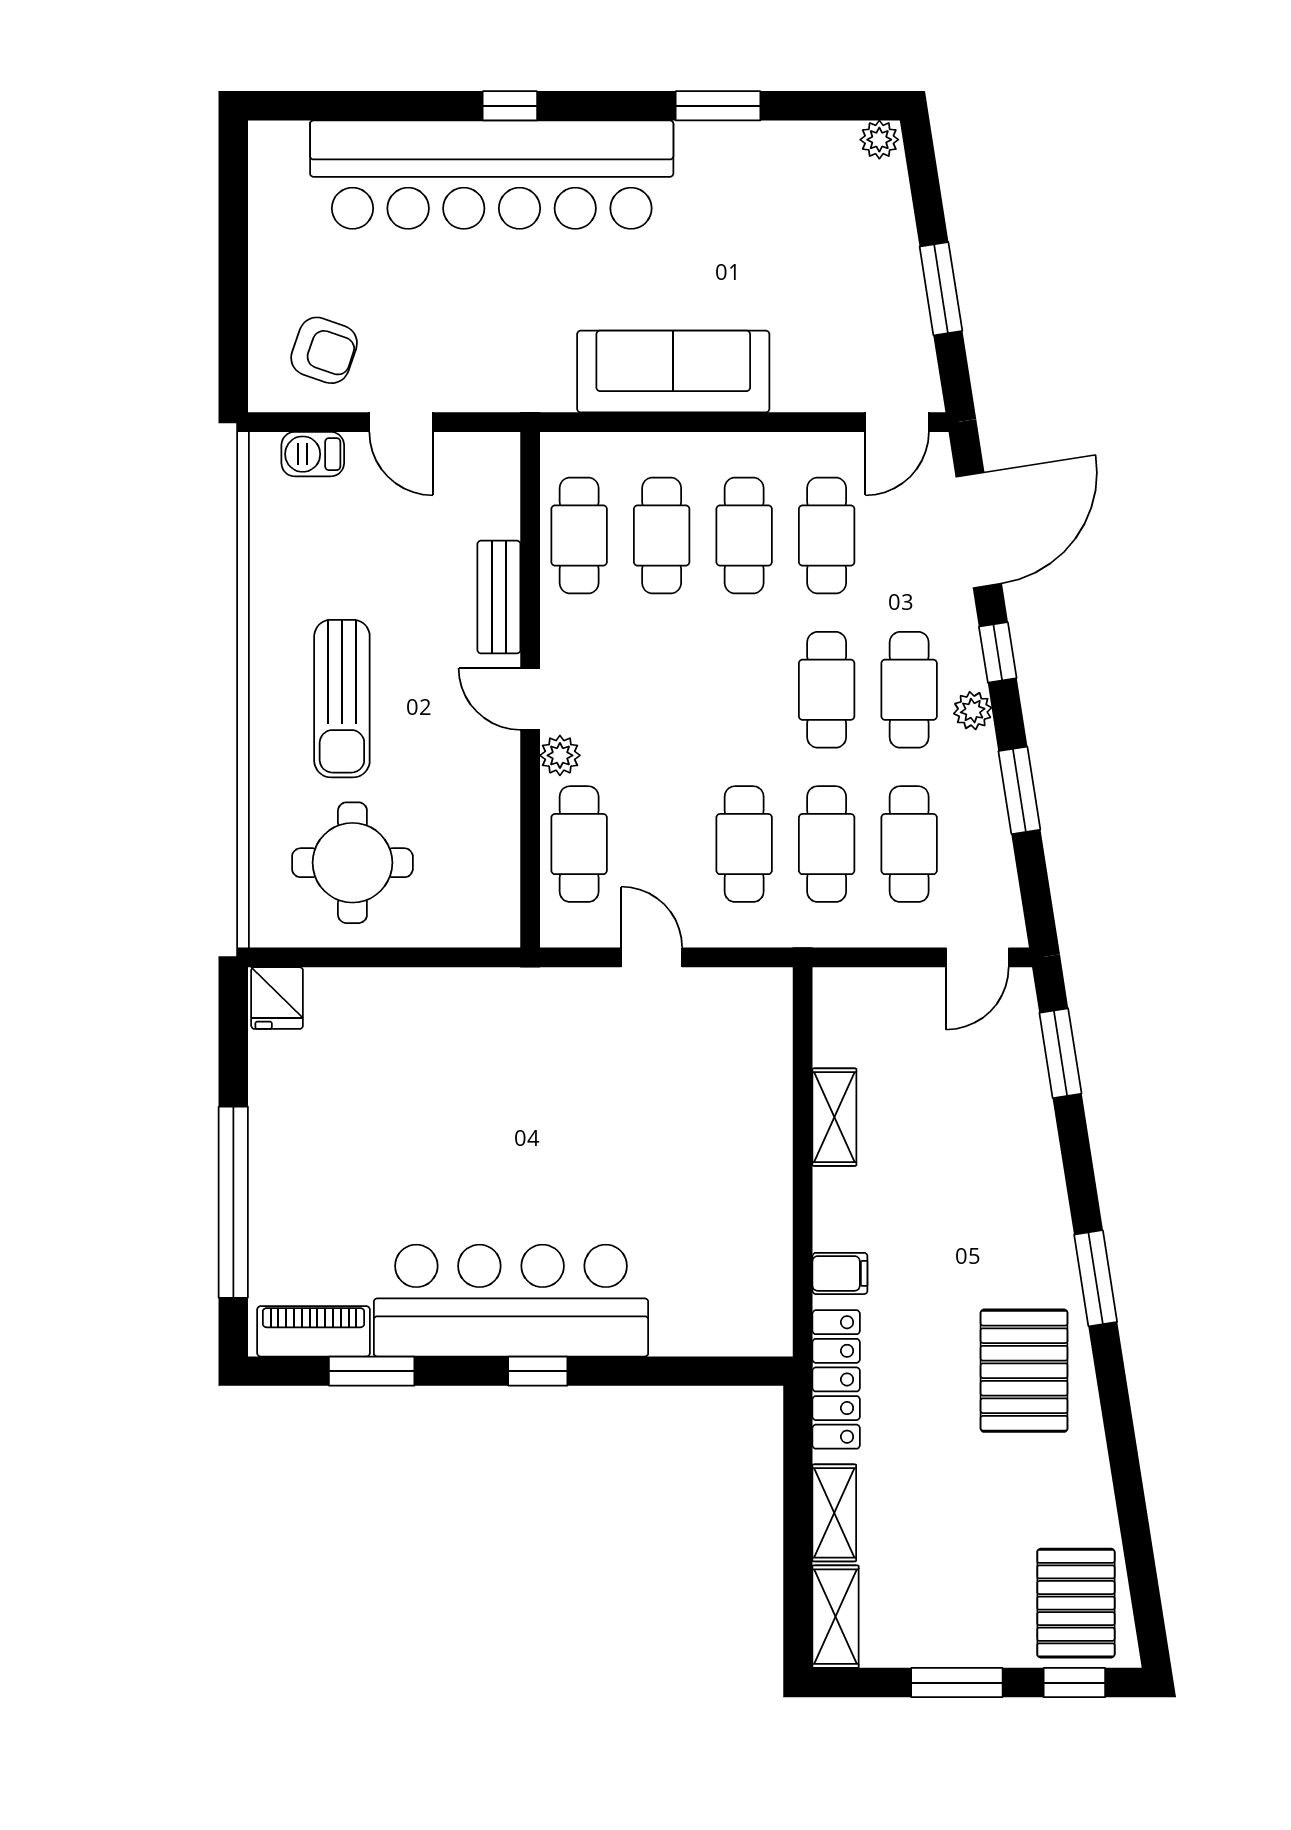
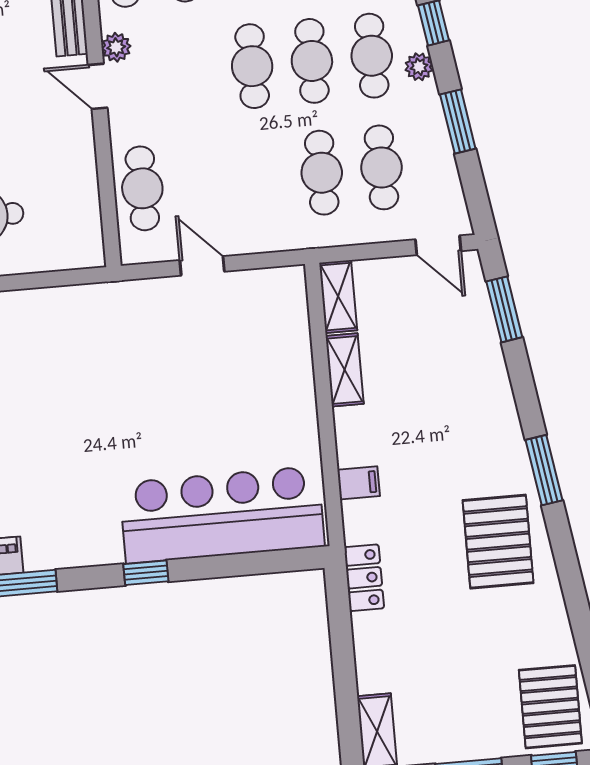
plant: (560, 755) -> (116, 47), moved
cafe table: (744, 844) -> (252, 66), moved
door: (978, 957) -> (438, 245), hinge flipped
bar counter: (511, 1301) -> (222, 515), moved
locker: (836, 1379) -> (364, 578), width x0.66
shelving: (834, 1513) -> (338, 297), moved

